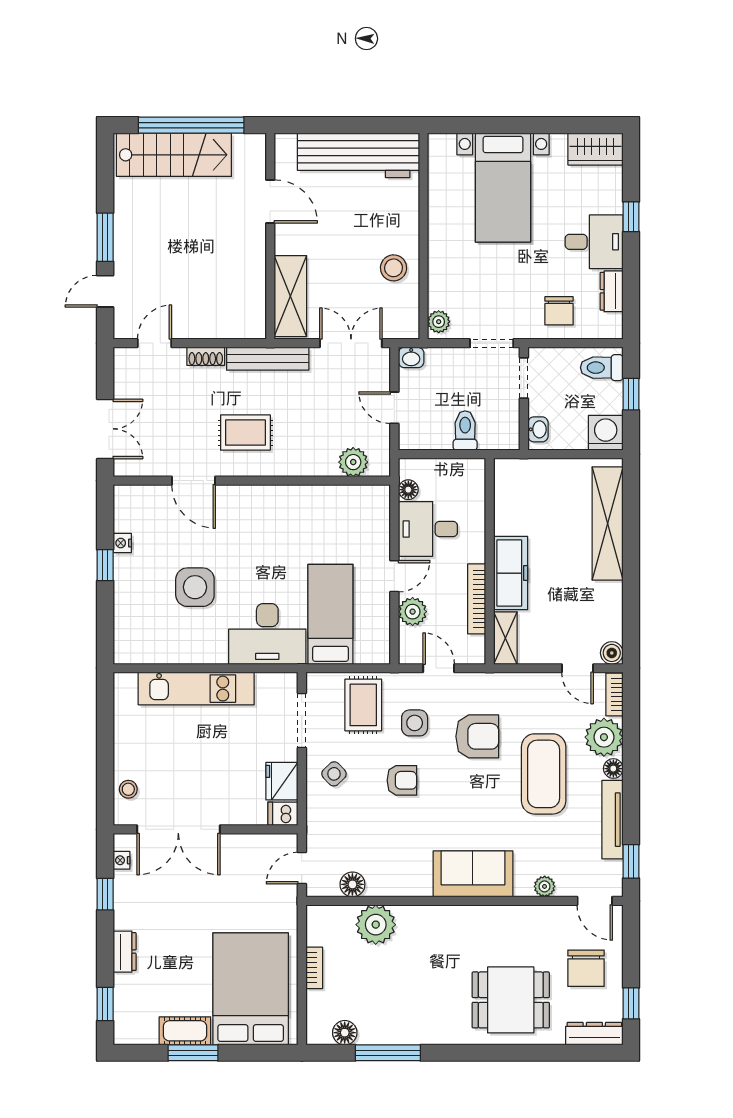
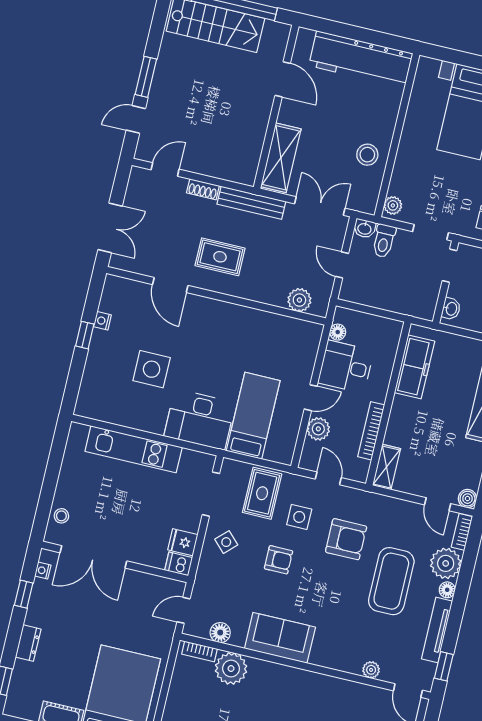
toilet: (465, 431) -> (384, 241), moved, turned 180
freezer: (511, 573) -> (414, 367), moved
fridge: (282, 781) -> (183, 542), width x0.72
sofa: (473, 874) -> (280, 638), moved
bookcase: (314, 968) -> (200, 651), moved, turned 90

